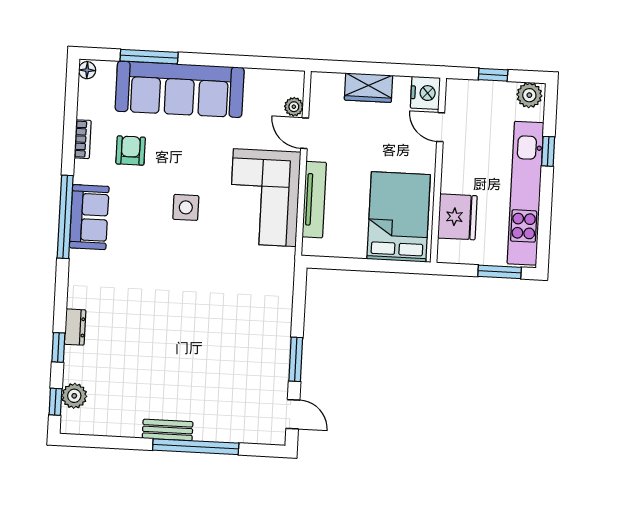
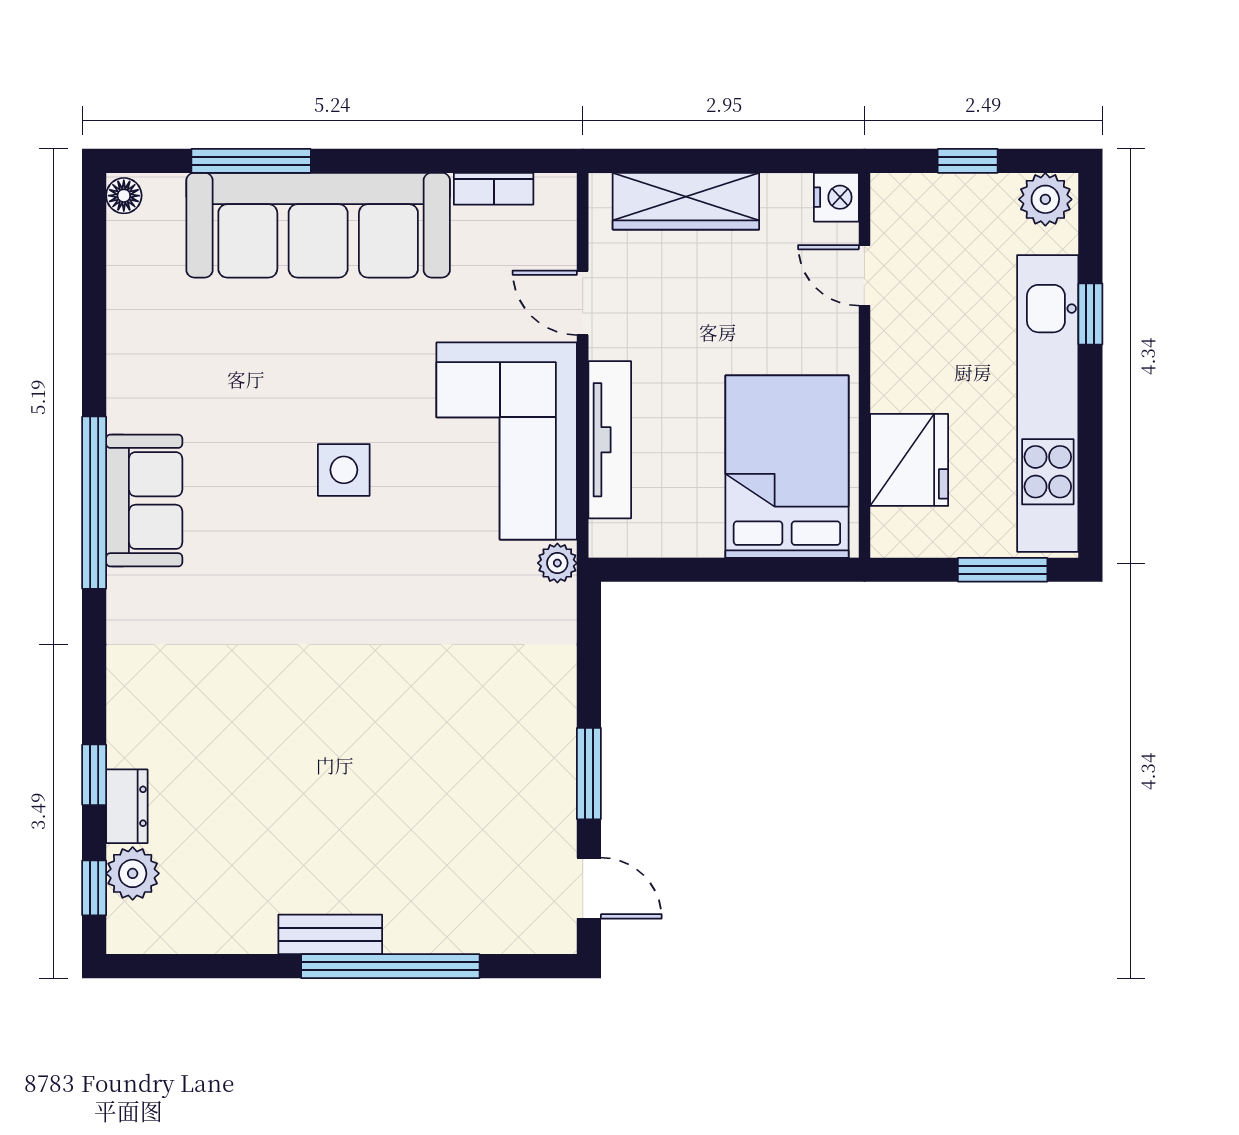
wardrobe: (368, 88) -> (686, 201), width x1.50
nightstand: (425, 93) -> (836, 197), width x0.74, depth x0.75
plant: (294, 107) -> (557, 563), moved
bookcase: (83, 139) -> (494, 189), moved, turned 90
armchair: (131, 151) -> (223, 358), removed
dresser: (75, 327) -> (127, 806), moved

